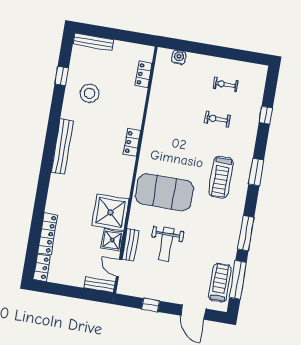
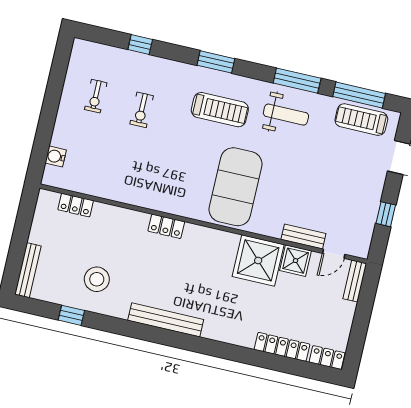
weight bench: (166, 244) -> (286, 115), moved

